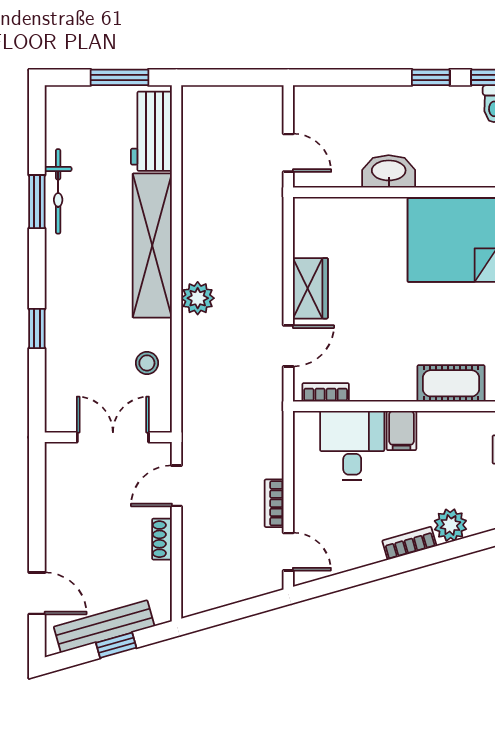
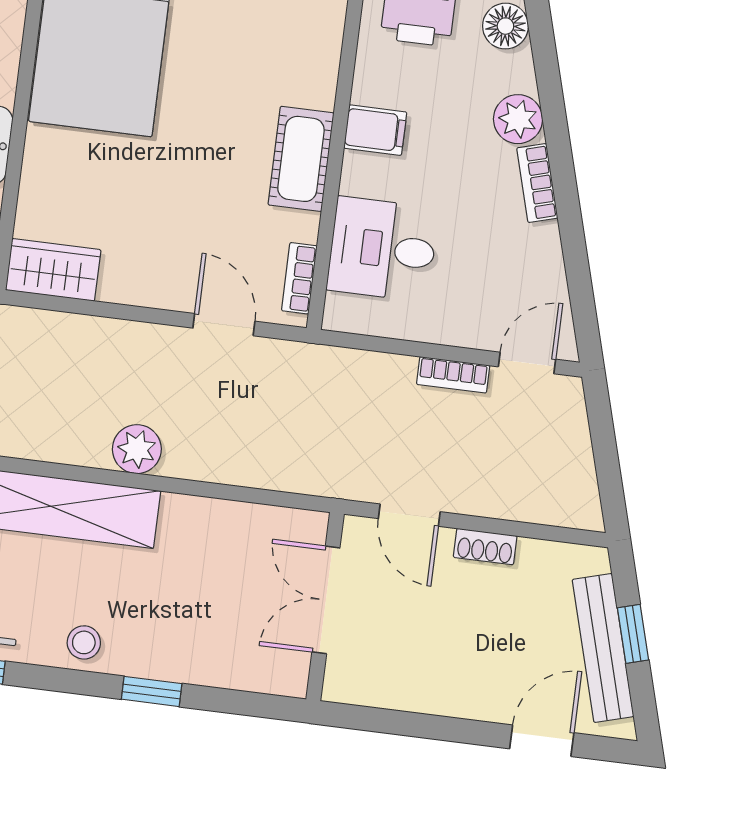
wardrobe: (310, 288) -> (53, 270), moved
stool: (147, 363) -> (84, 642), moved
cot: (451, 383) -> (301, 159), moved
filing cabinet: (401, 431) -> (375, 130), moved

